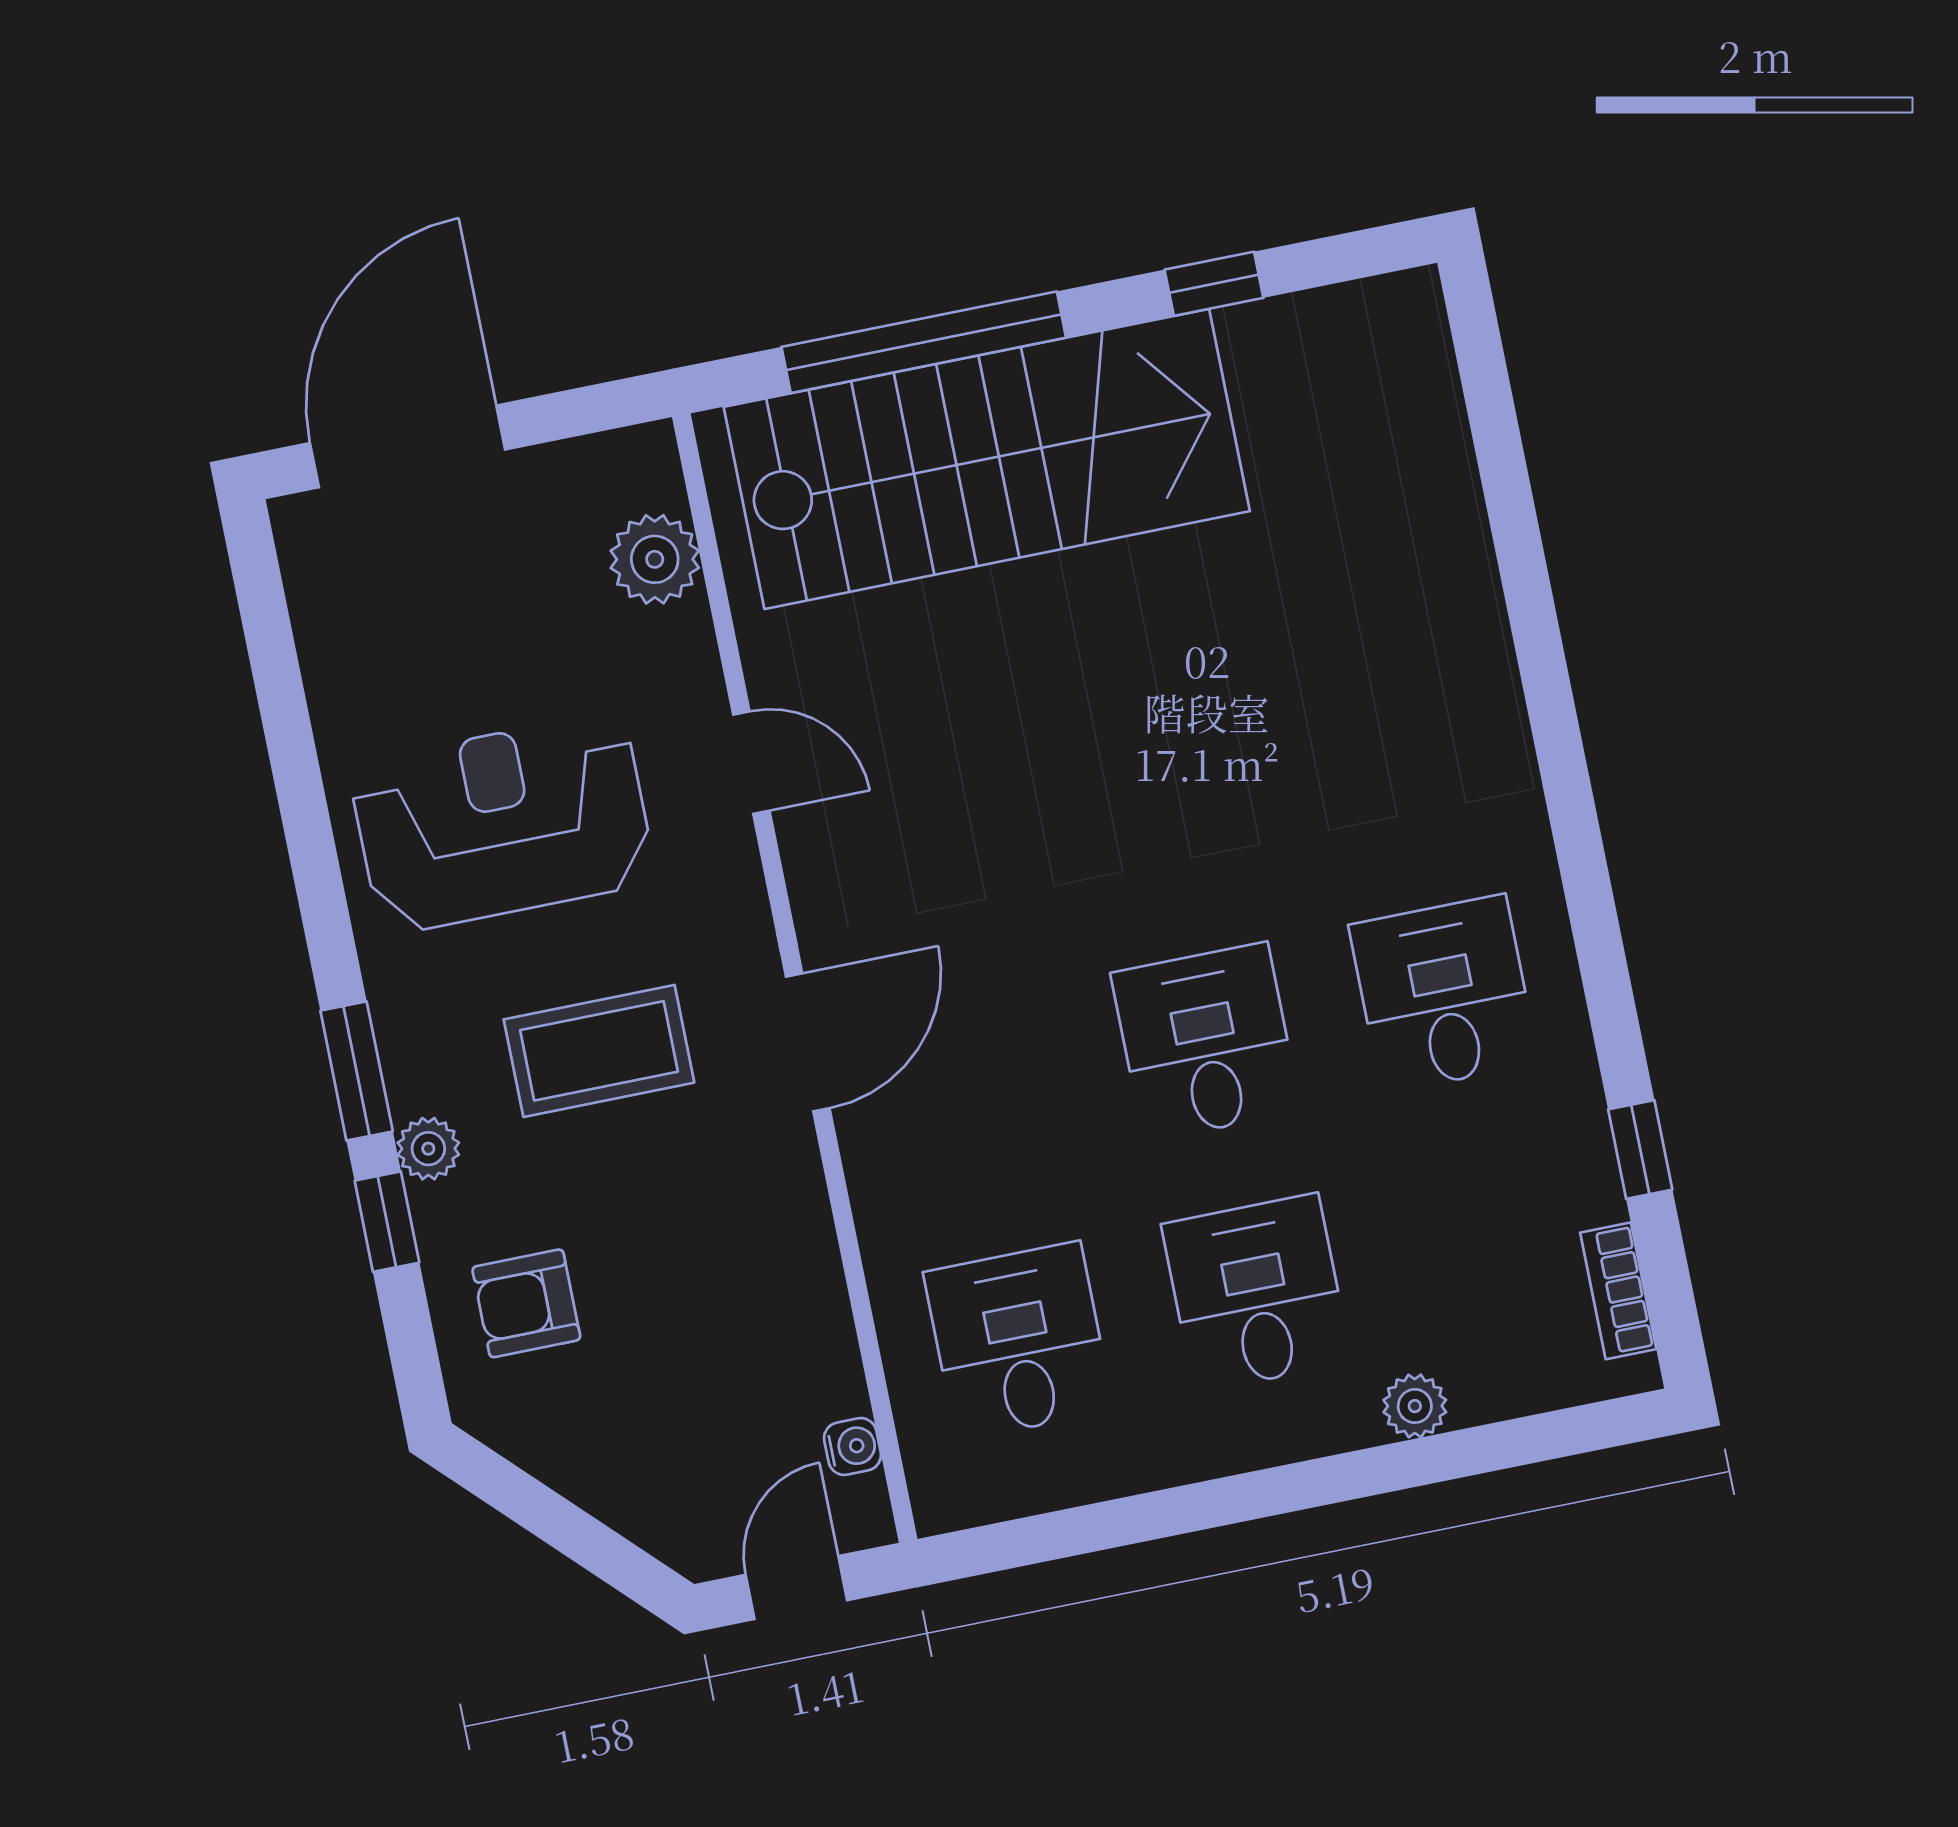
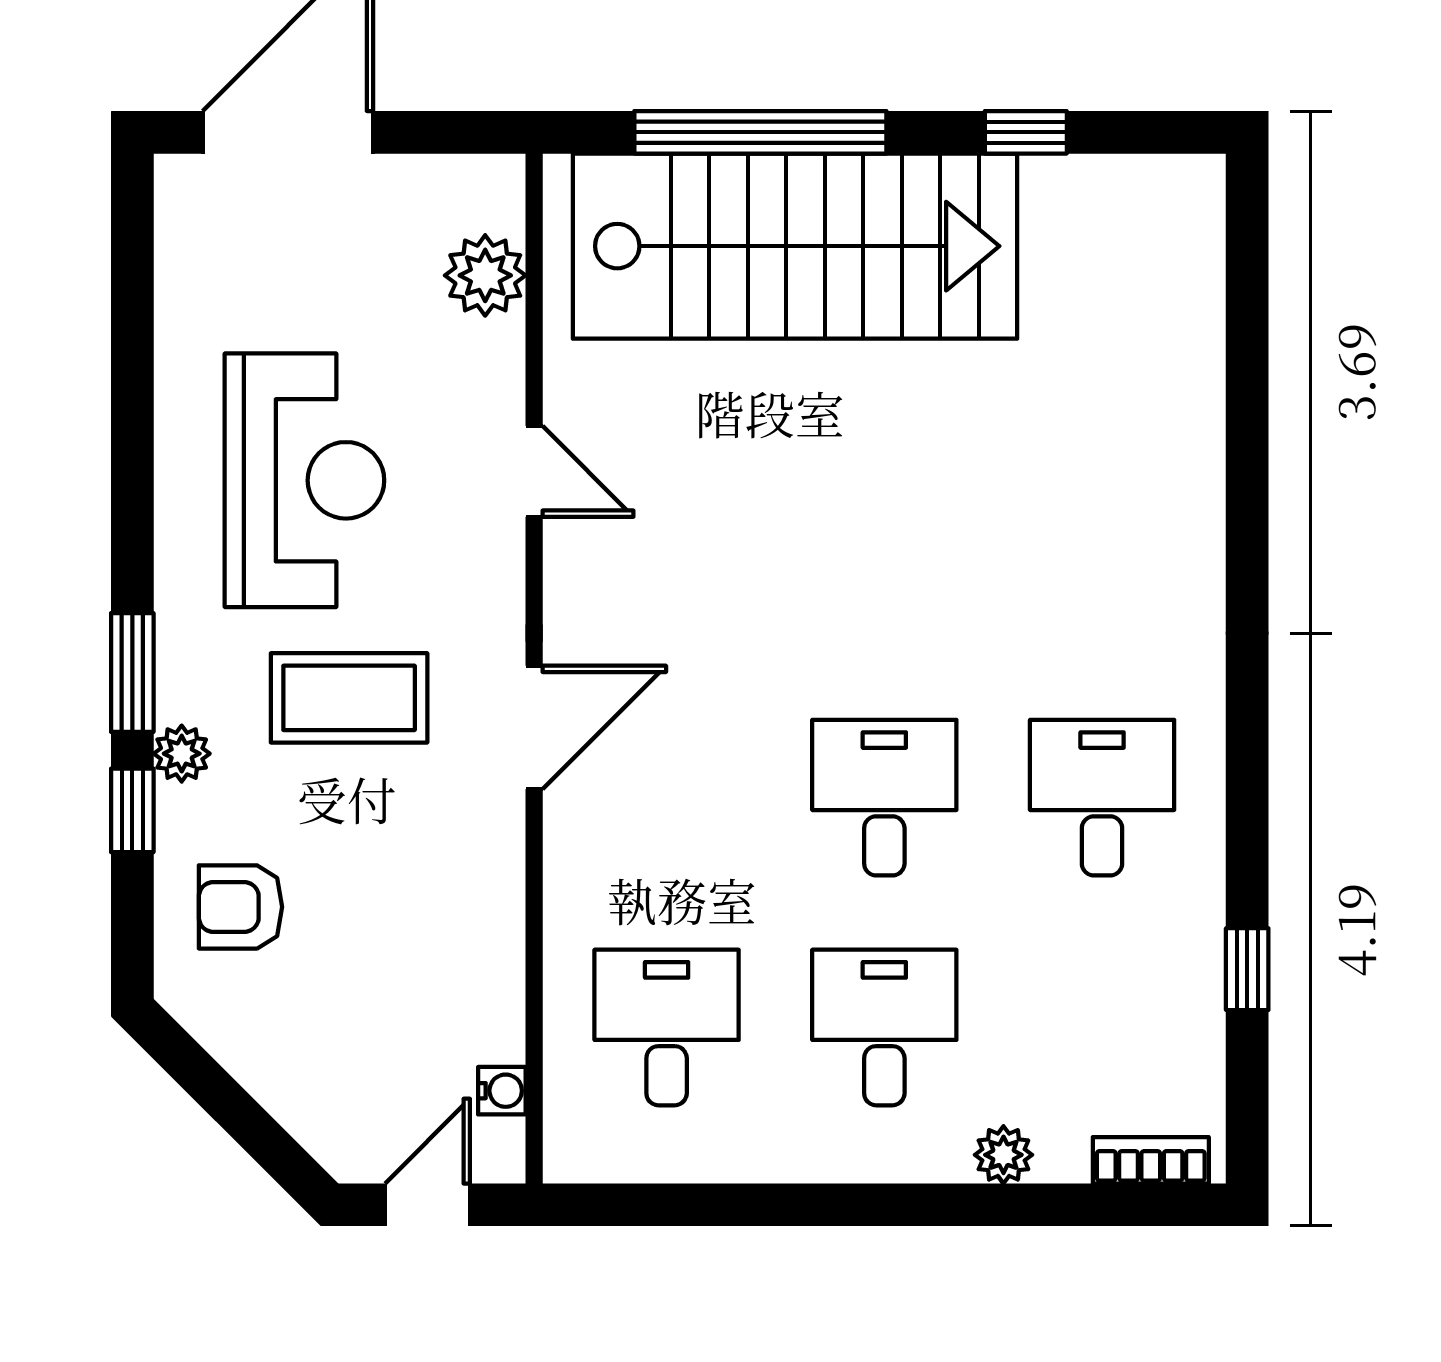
reception desk: (502, 823) -> (304, 480), turned 90
bookcase: (1618, 1291) -> (1151, 1160), moved, turned 90

